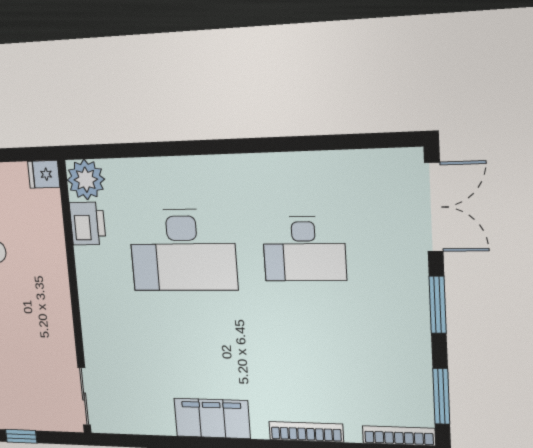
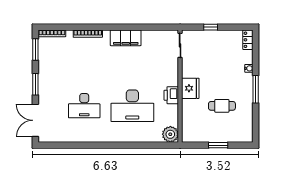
fridge: (44, 174) -> (190, 88), moved, width x1.88, depth x1.34
printer: (88, 224) -> (171, 95), moved
desk: (304, 249) -> (84, 106), turned 180
desk: (183, 250) -> (132, 106), turned 180

